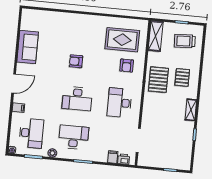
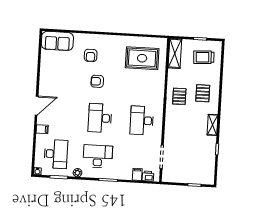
sofa: (28, 47) -> (57, 41), moved, turned 90
armchair: (127, 66) -> (91, 55), moved
pallet: (158, 80) -> (179, 96), width x0.67, depth x0.71
desk: (77, 99) -> (100, 118), turned 90

